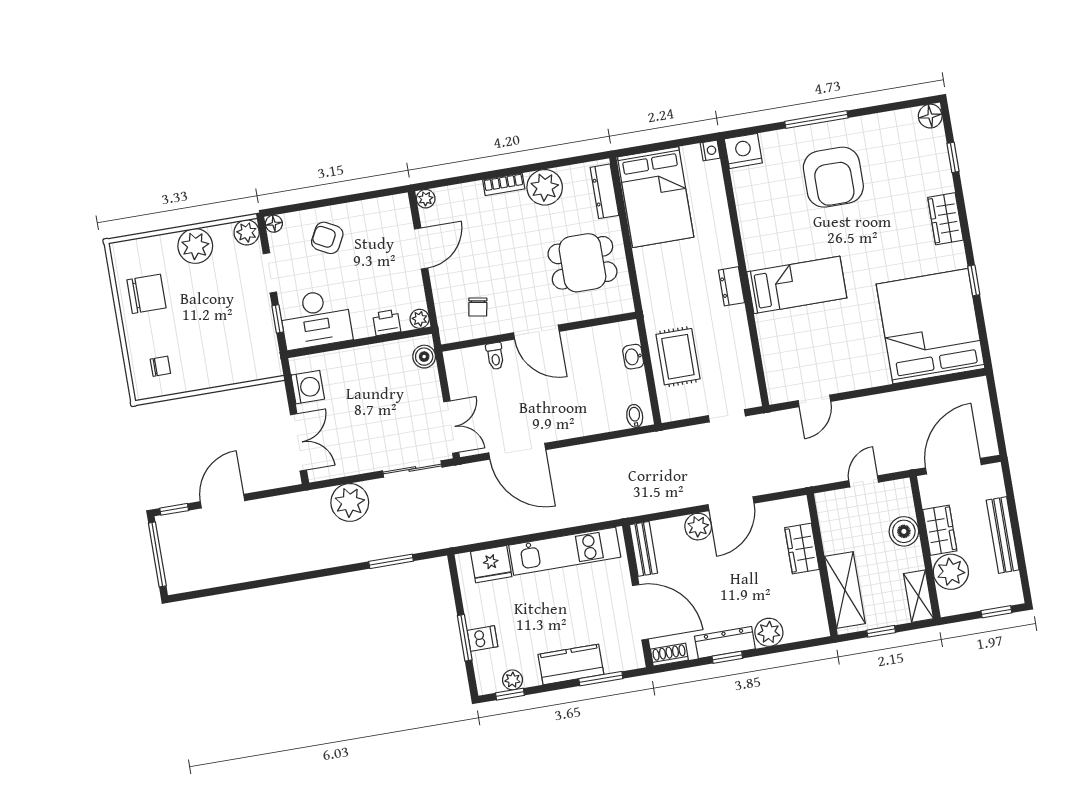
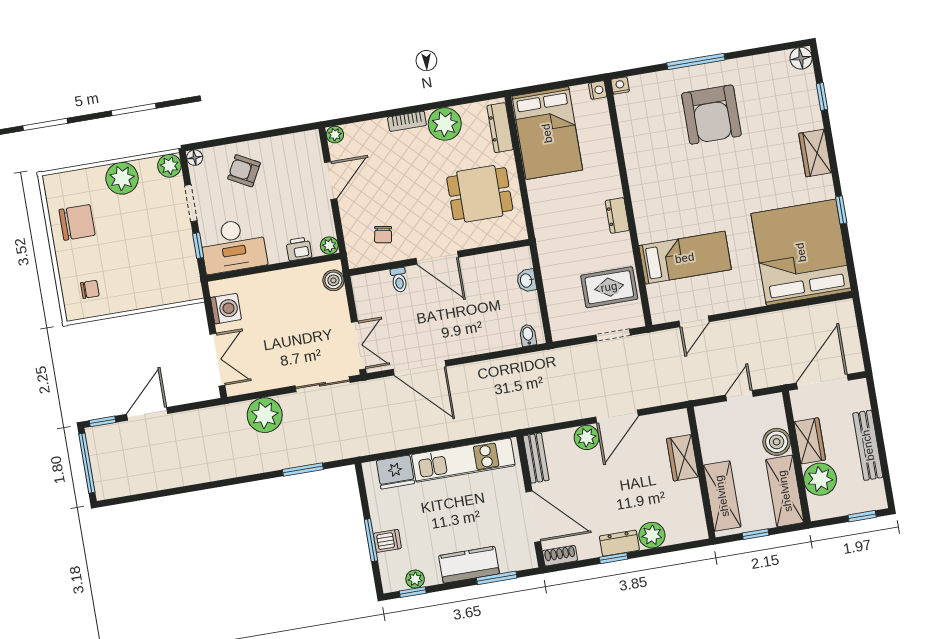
nightstand: (743, 151) -> (620, 86), width x0.53, depth x0.56
bed: (797, 285) -> (685, 258), moved
rug: (678, 357) -> (609, 287), moved, turned 90
shelving: (918, 596) -> (785, 491), width x1.50, depth x1.33
dresser: (725, 642) -> (619, 543), width x0.70

